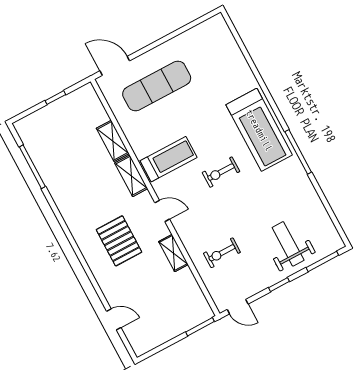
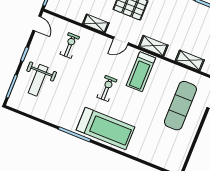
treadmill: (259, 130) -> (106, 128), turned 180
shelving: (113, 141) -> (190, 60), moved
weight bench: (288, 244) -> (38, 80), turned 90
door: (238, 307) -> (37, 24), swing flipped

